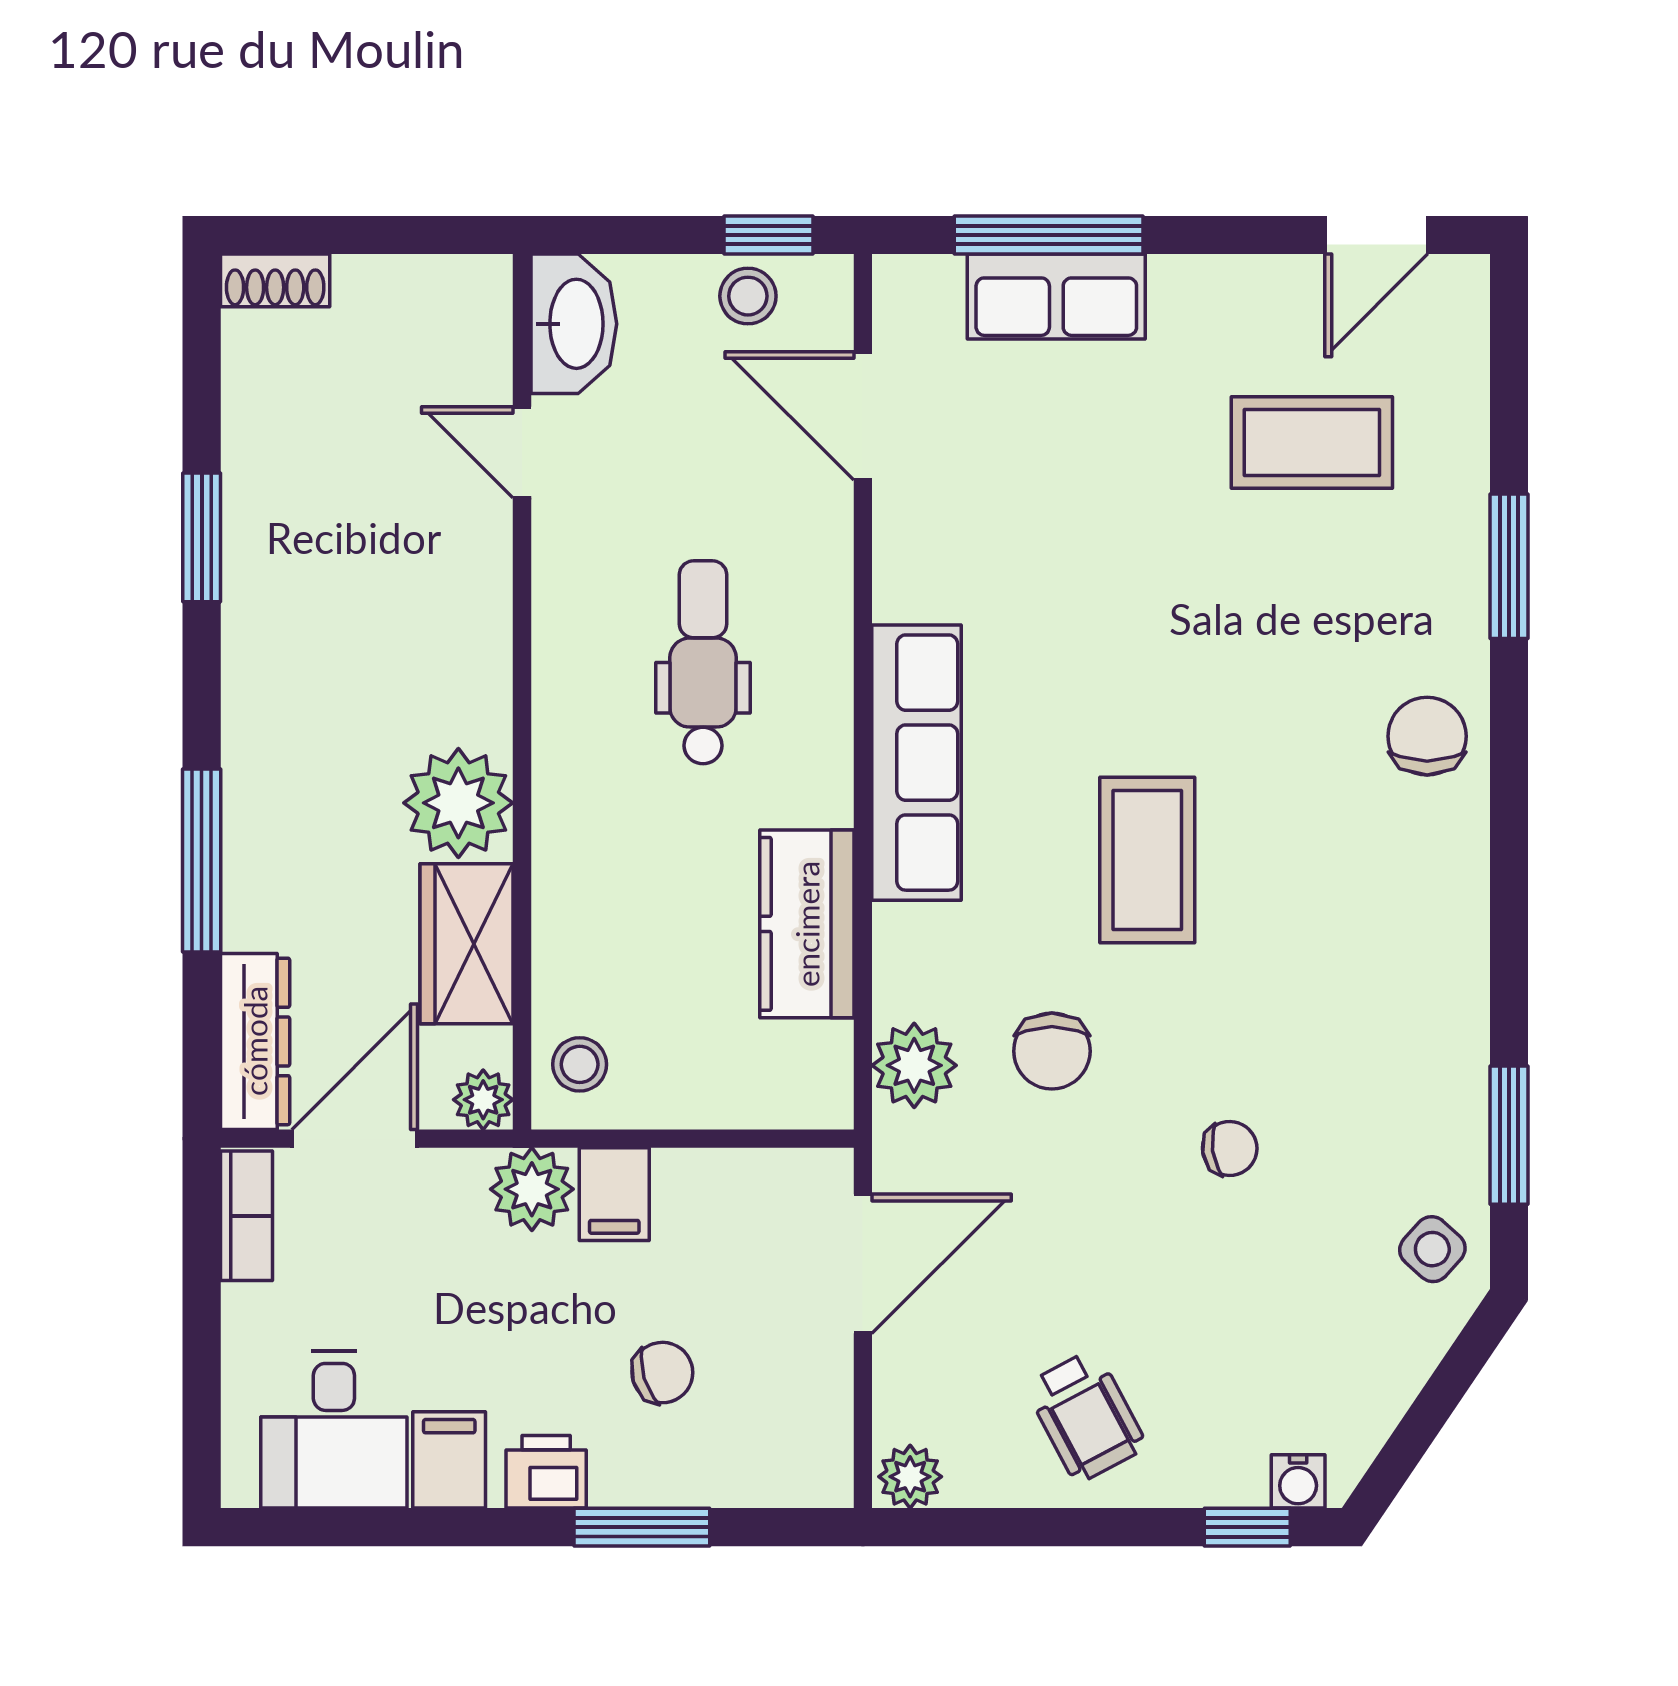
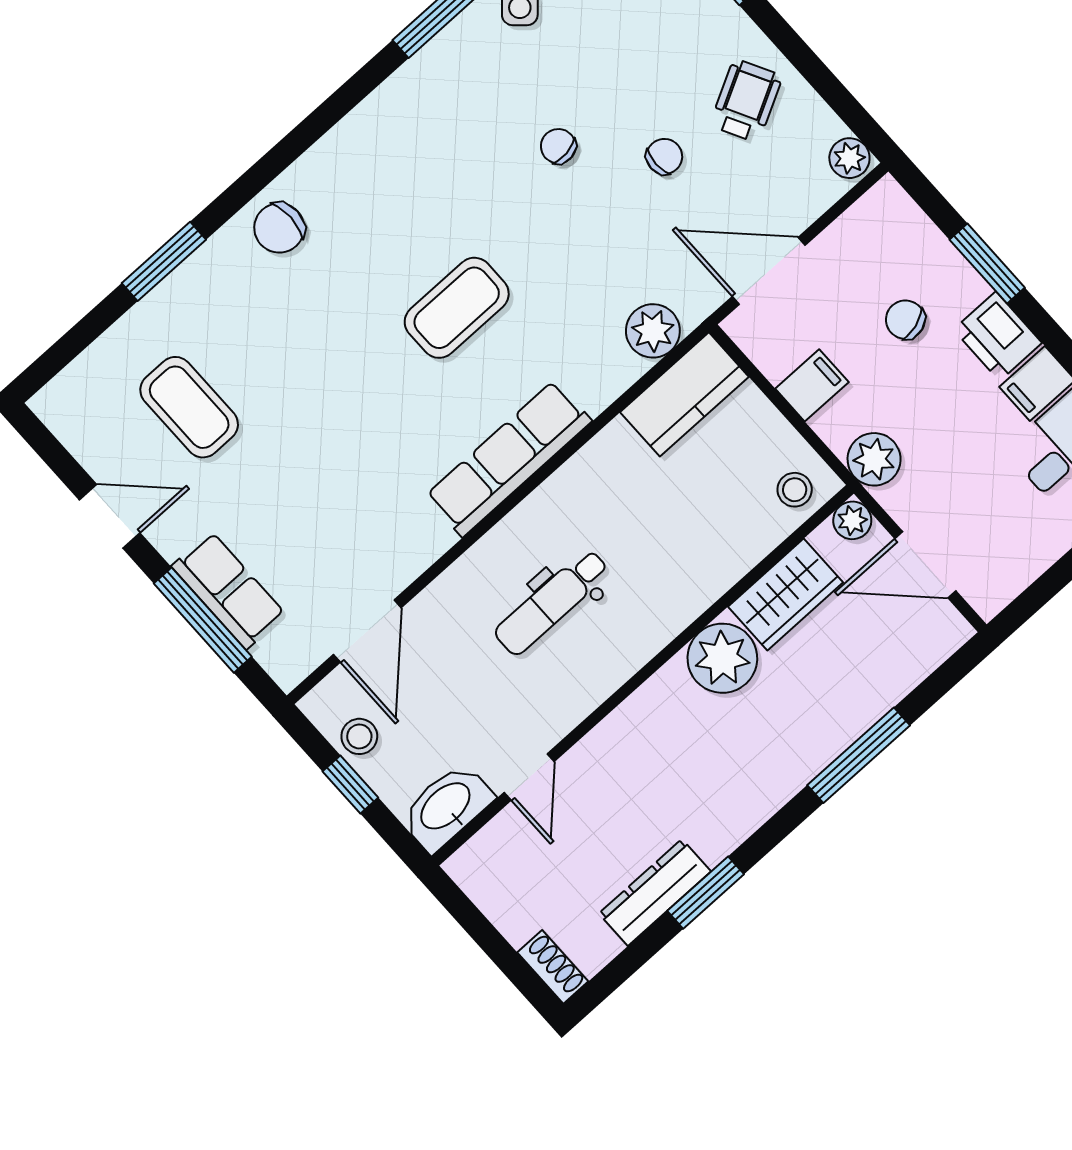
window: (768, 235) -> (350, 785), moved
door: (1376, 235) -> (110, 516), moved
kitchen counter: (807, 924) -> (684, 394), moved
dresser: (255, 1041) -> (655, 892), moved
chair: (1052, 1051) -> (664, 156), moved, width x0.73, depth x0.73
filing cabinet: (614, 1194) -> (812, 385), moved
bookcase: (247, 1216) -> (1008, 583), removed
printer: (546, 1472) -> (998, 336), width x1.36, depth x1.24

